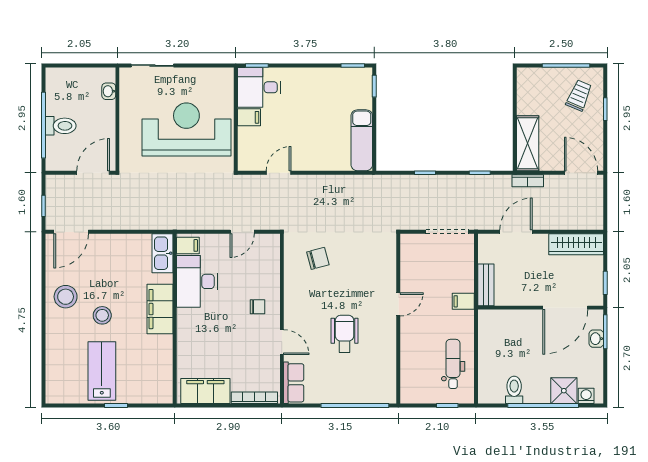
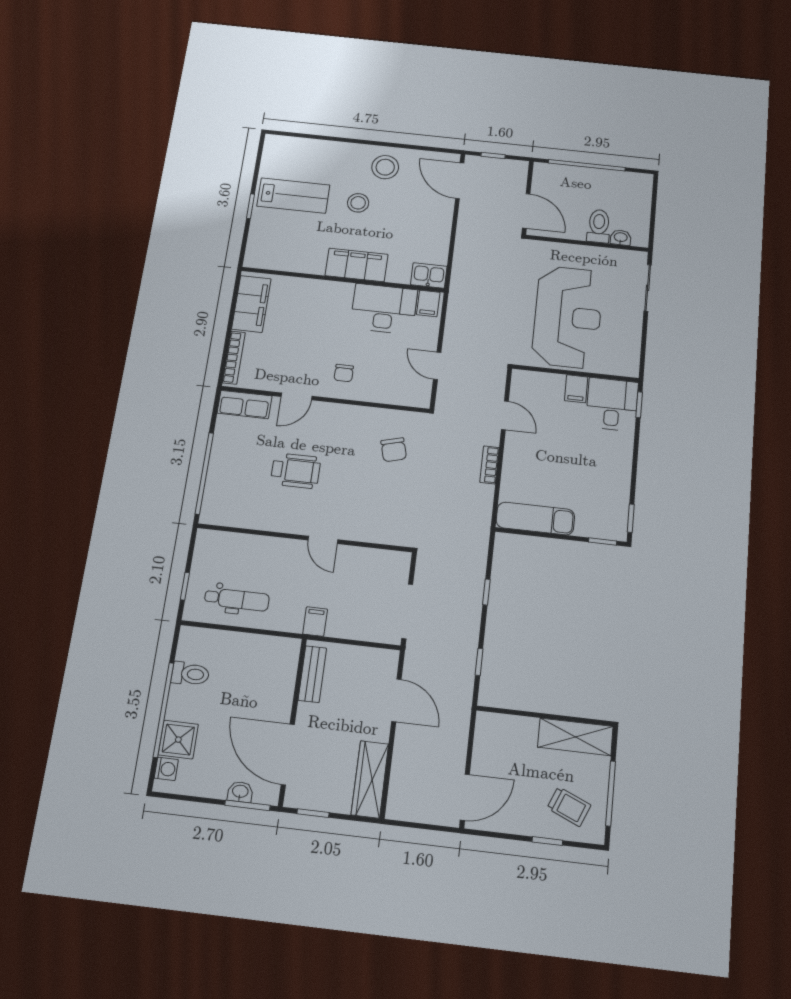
toilet: (61, 126) -> (599, 226), moved, turned 180
shelving: (528, 143) -> (575, 737), moved
bookcase: (528, 181) -> (489, 465), moved
kitchen sink: (163, 253) -> (429, 276), width x0.73
bench: (486, 285) -> (312, 674), moved, turned 90

